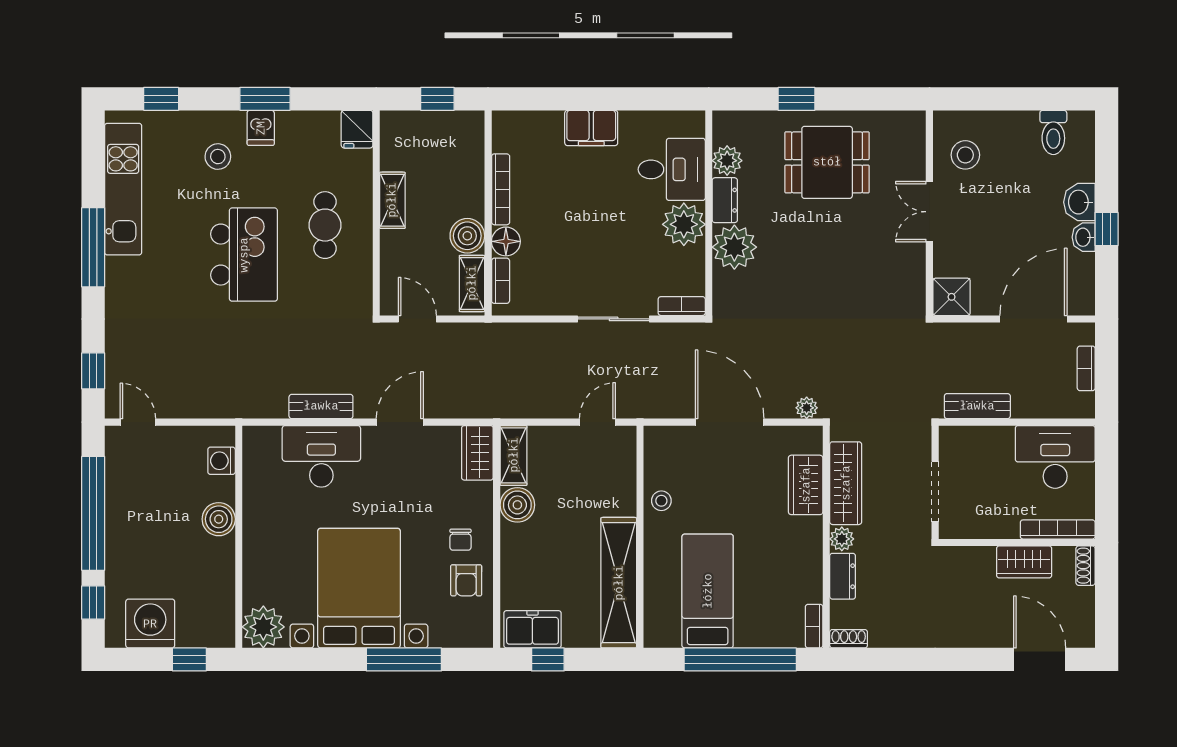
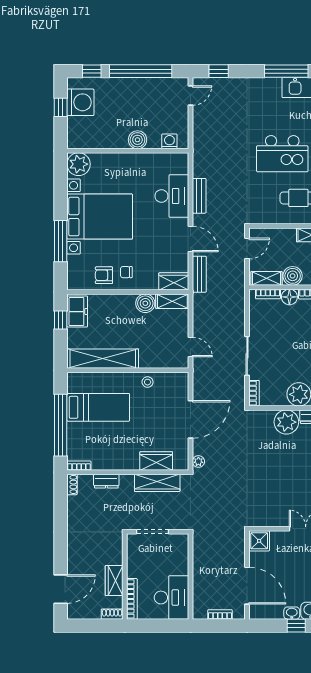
bench: (977, 406) -> (199, 274), moved
plant: (842, 539) -> (127, 481), removed
window: (189, 659) -> (61, 107), moved

